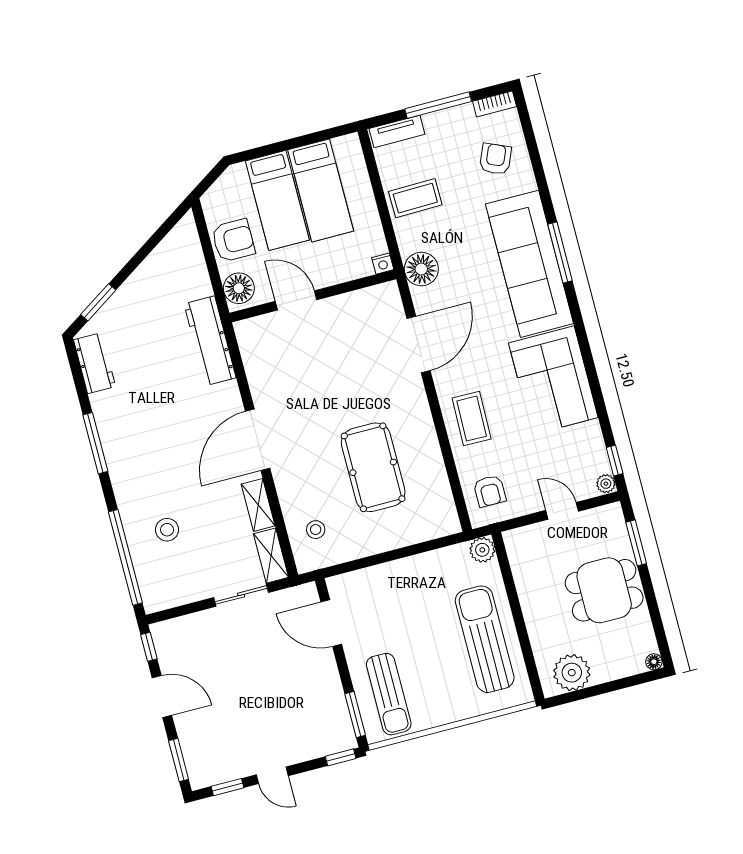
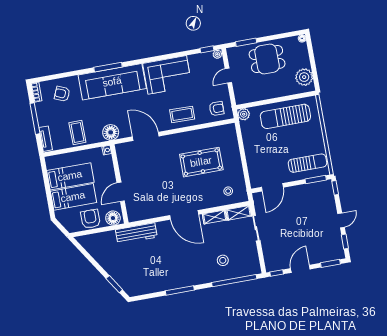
workbench: (95, 363) -> (143, 288), removed
dining table: (604, 590) -> (267, 59), turned 90

